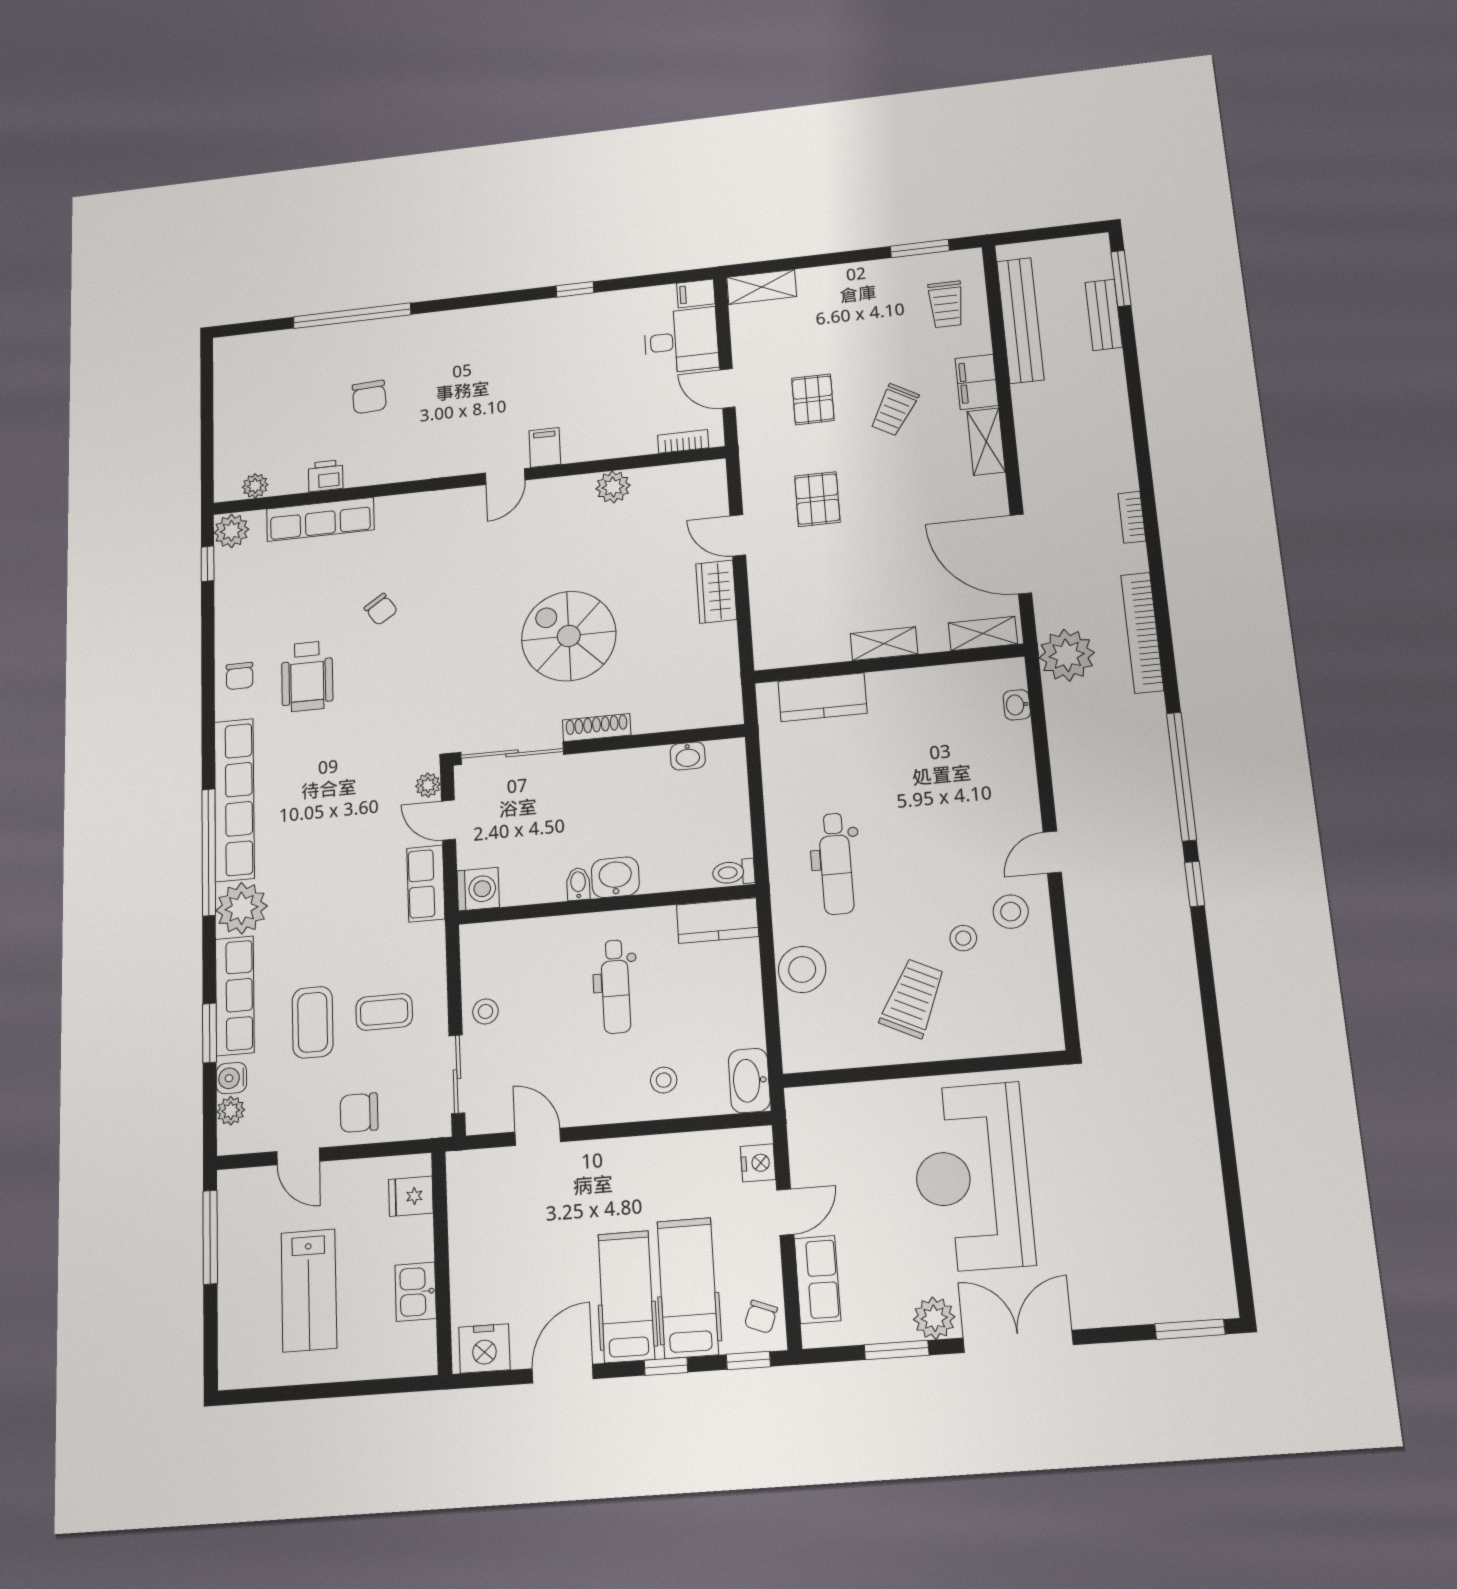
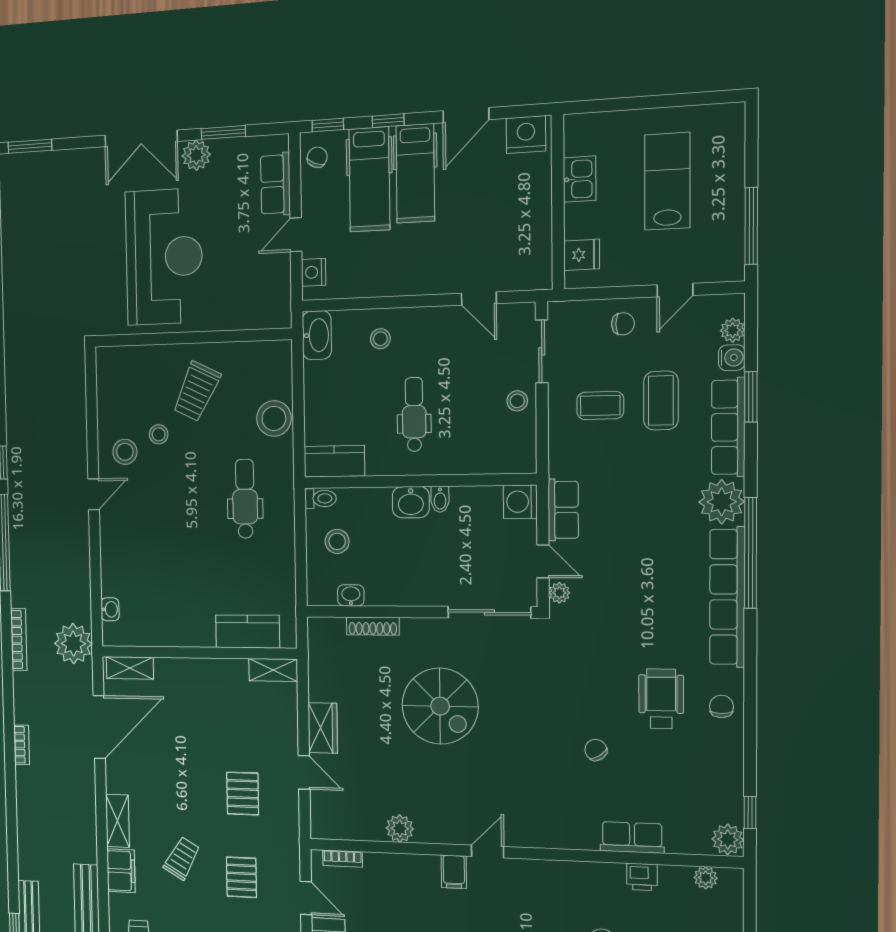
row of seats: (320, 519) -> (632, 837), width x0.68
door: (1021, 554) -> (99, 727), hinge flipped
bookcase: (1142, 633) -> (19, 640), width x0.68, depth x0.76
shelving: (884, 644) -> (273, 670), moved
shoe rack: (597, 728) -> (373, 626), moved
stool: (709, 821) -> (337, 541), added
chair: (359, 1113) -> (623, 324), width x0.73, depth x0.73
door: (298, 1156) -> (675, 290), swing flipped

